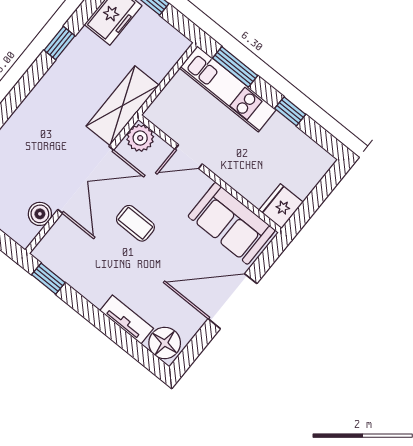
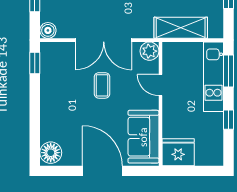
shelving: (123, 106) -> (181, 28), moved
fridge: (281, 206) -> (178, 152), width x1.36, depth x1.34
boiler: (40, 214) -> (48, 30), moved
tv unit: (127, 319) -> (47, 122), removed

